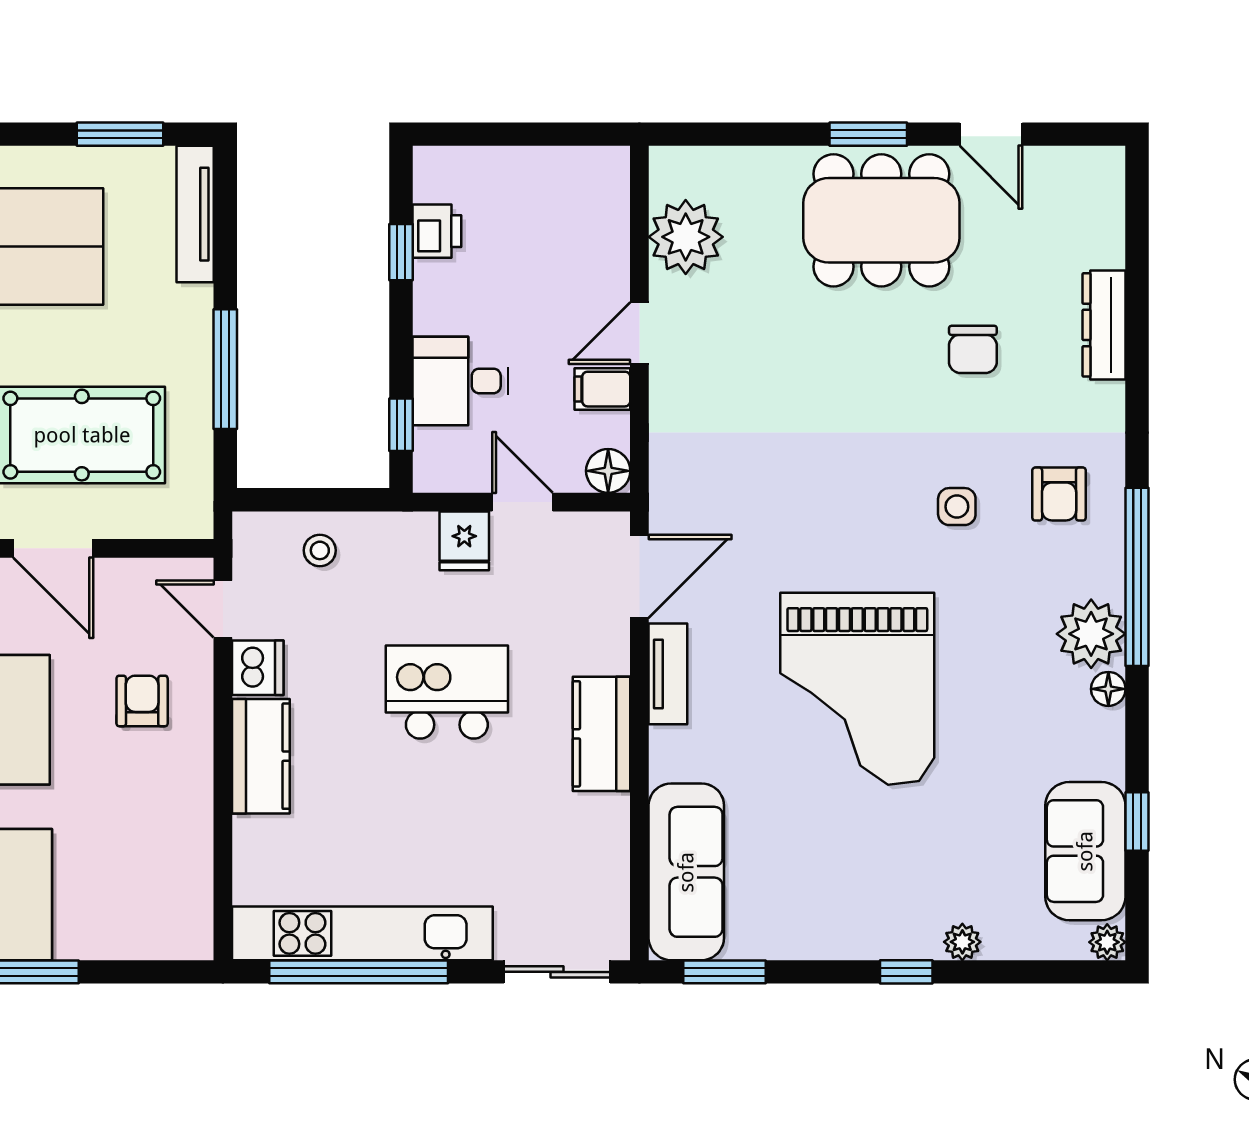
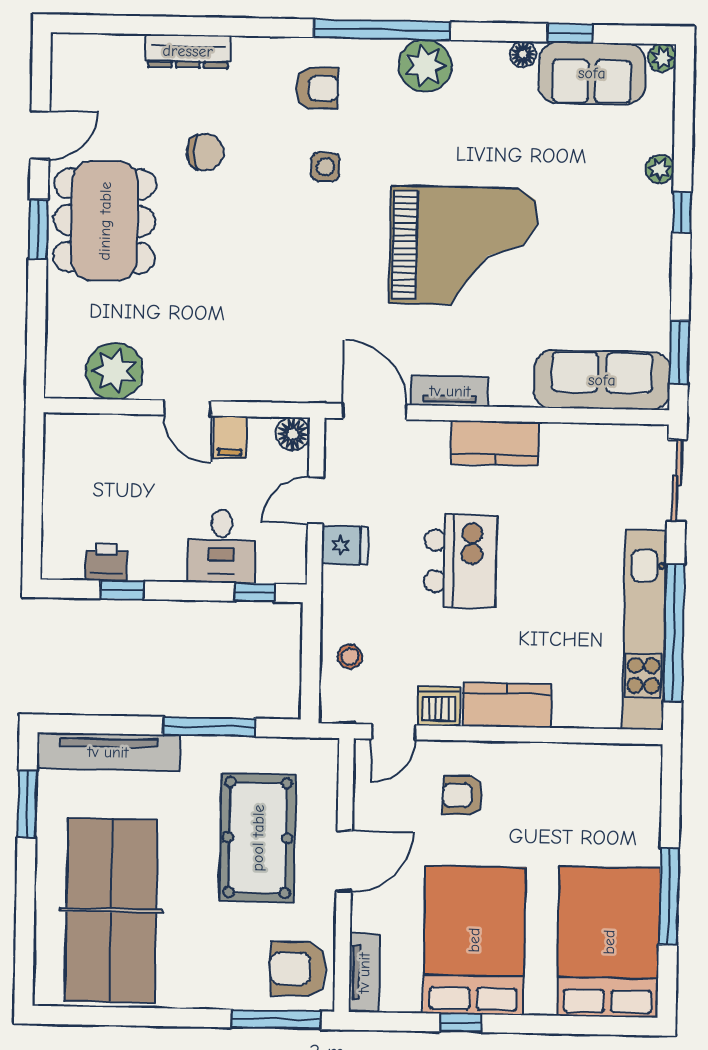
tv unit: (195, 214) -> (108, 752), width x1.36, depth x1.29
floor lamp: (1108, 689) -> (523, 54), moved
kitchen island: (447, 692) -> (460, 561), turned 180

